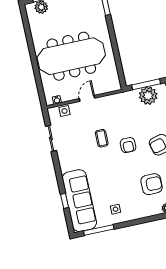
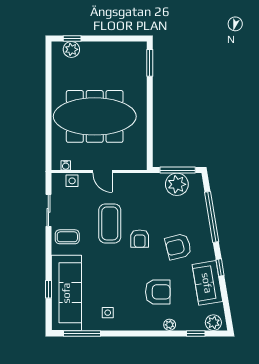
door: (87, 98) -> (102, 172), swing flipped
coffee table: (102, 138) -> (110, 223), width x1.86, depth x1.72
coffee table: (70, 156) -> (67, 237), added

